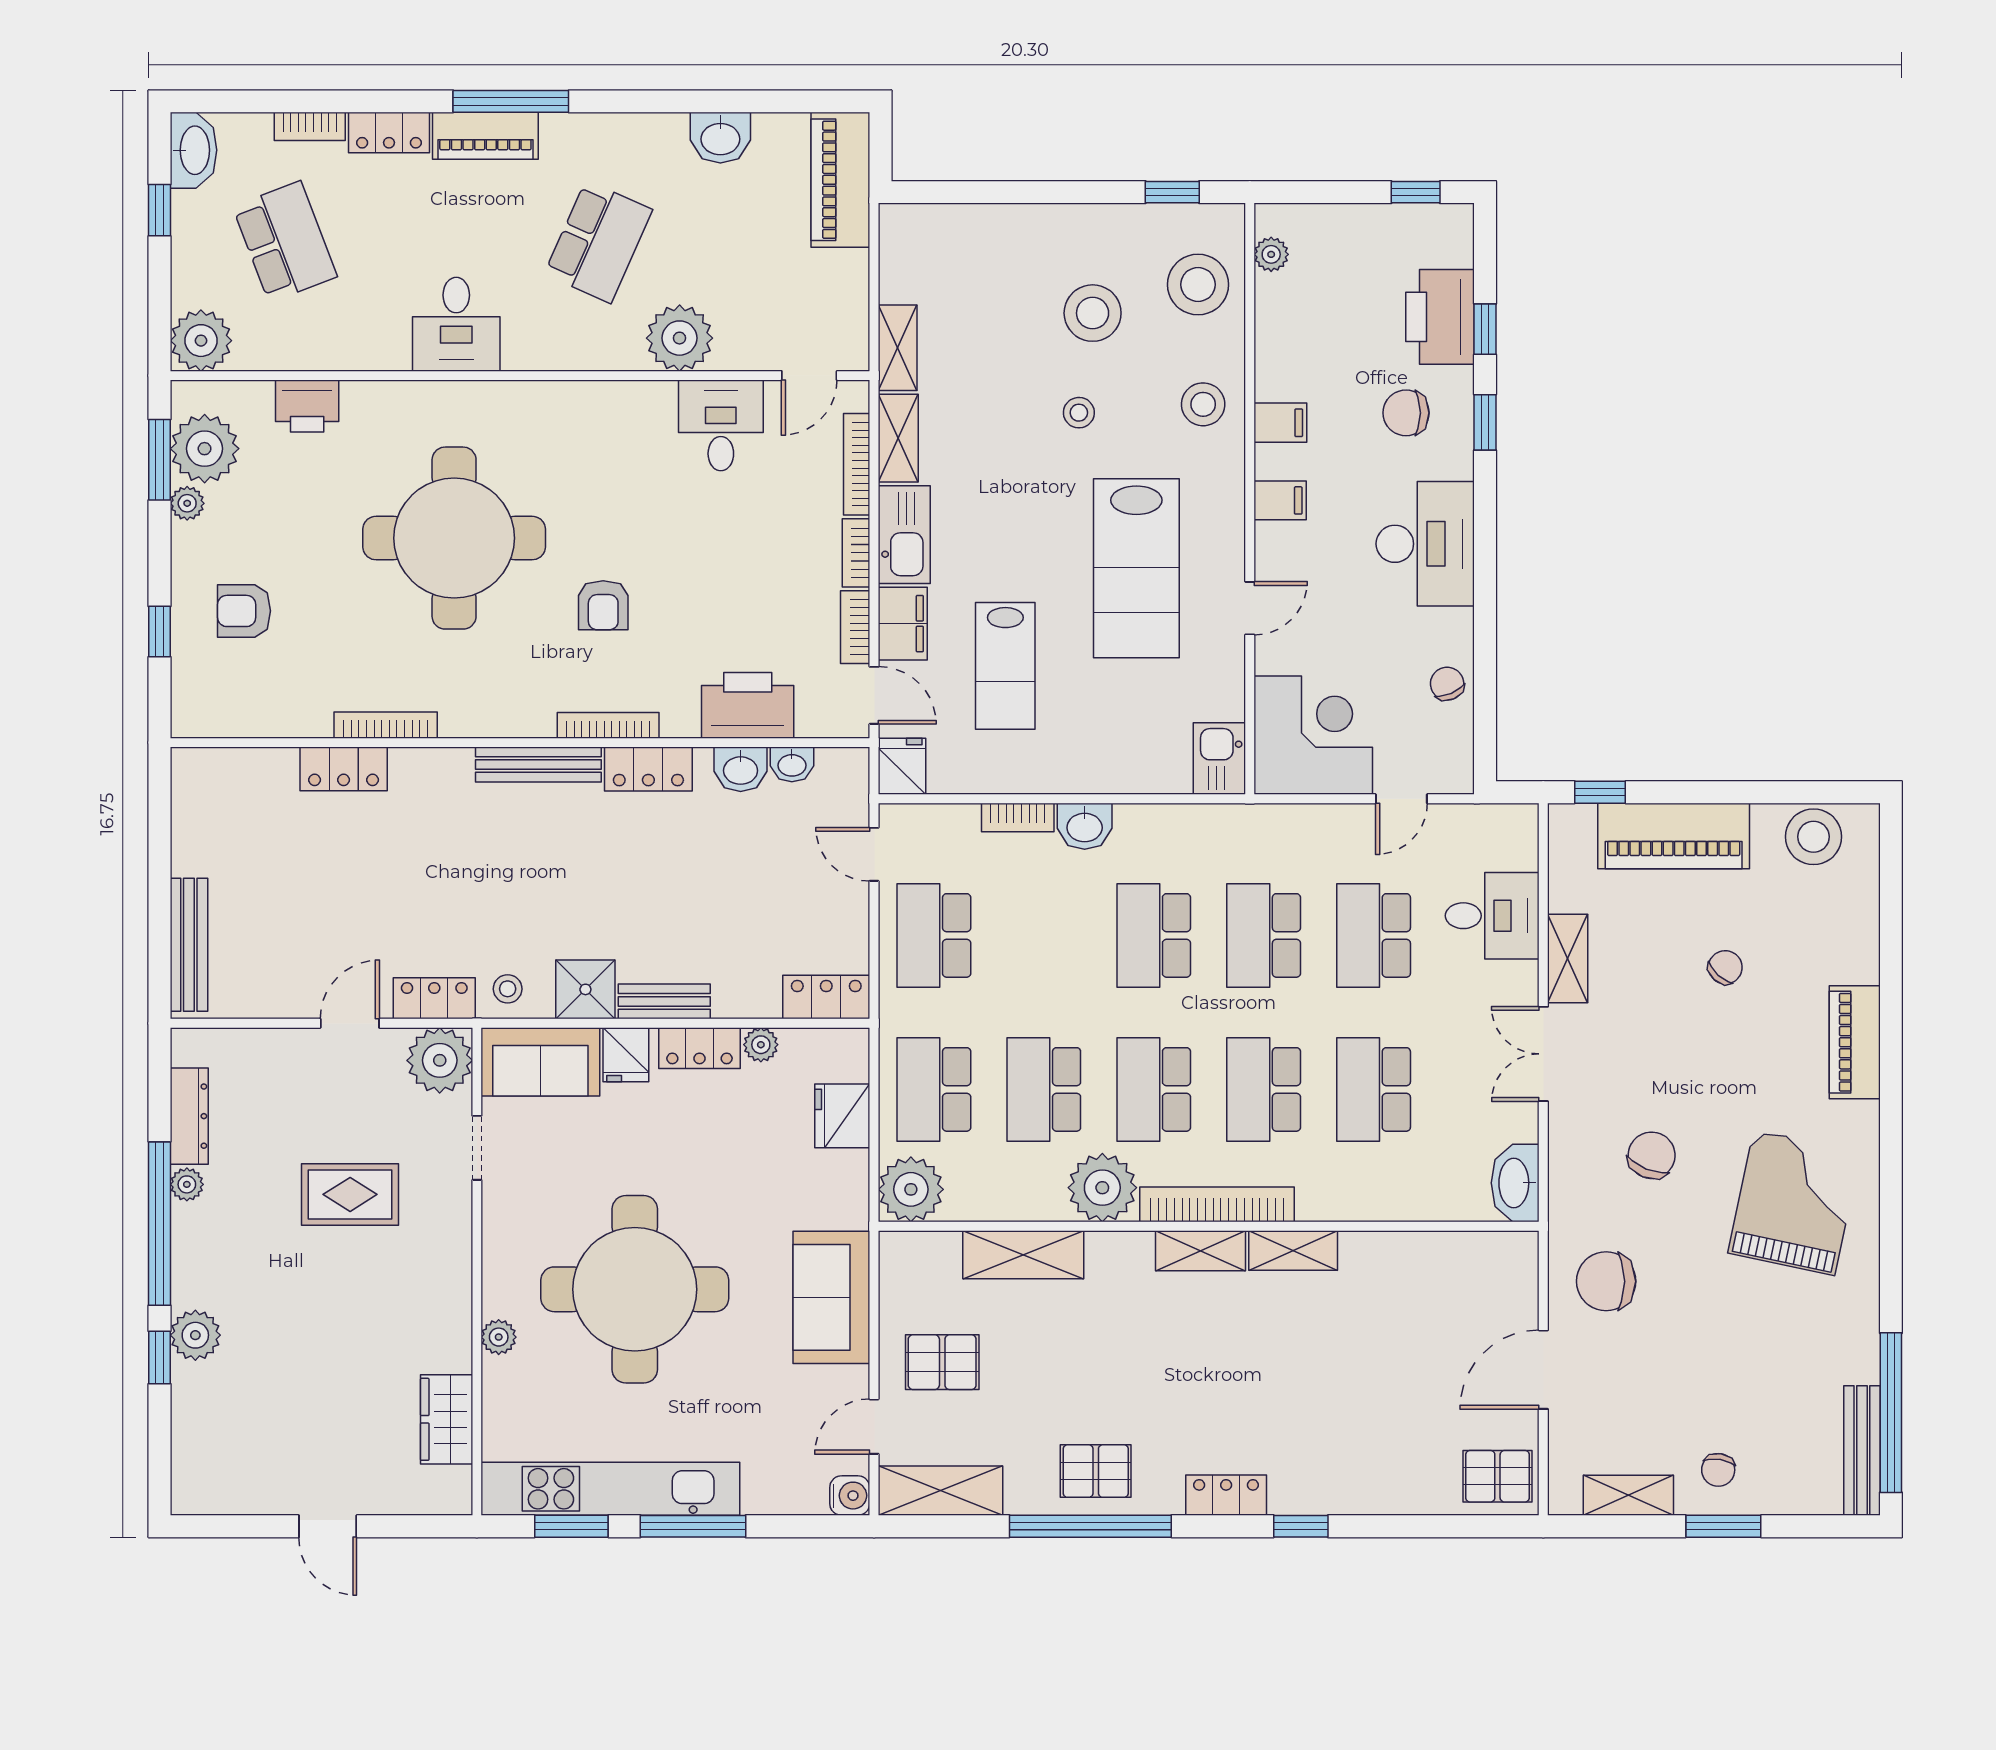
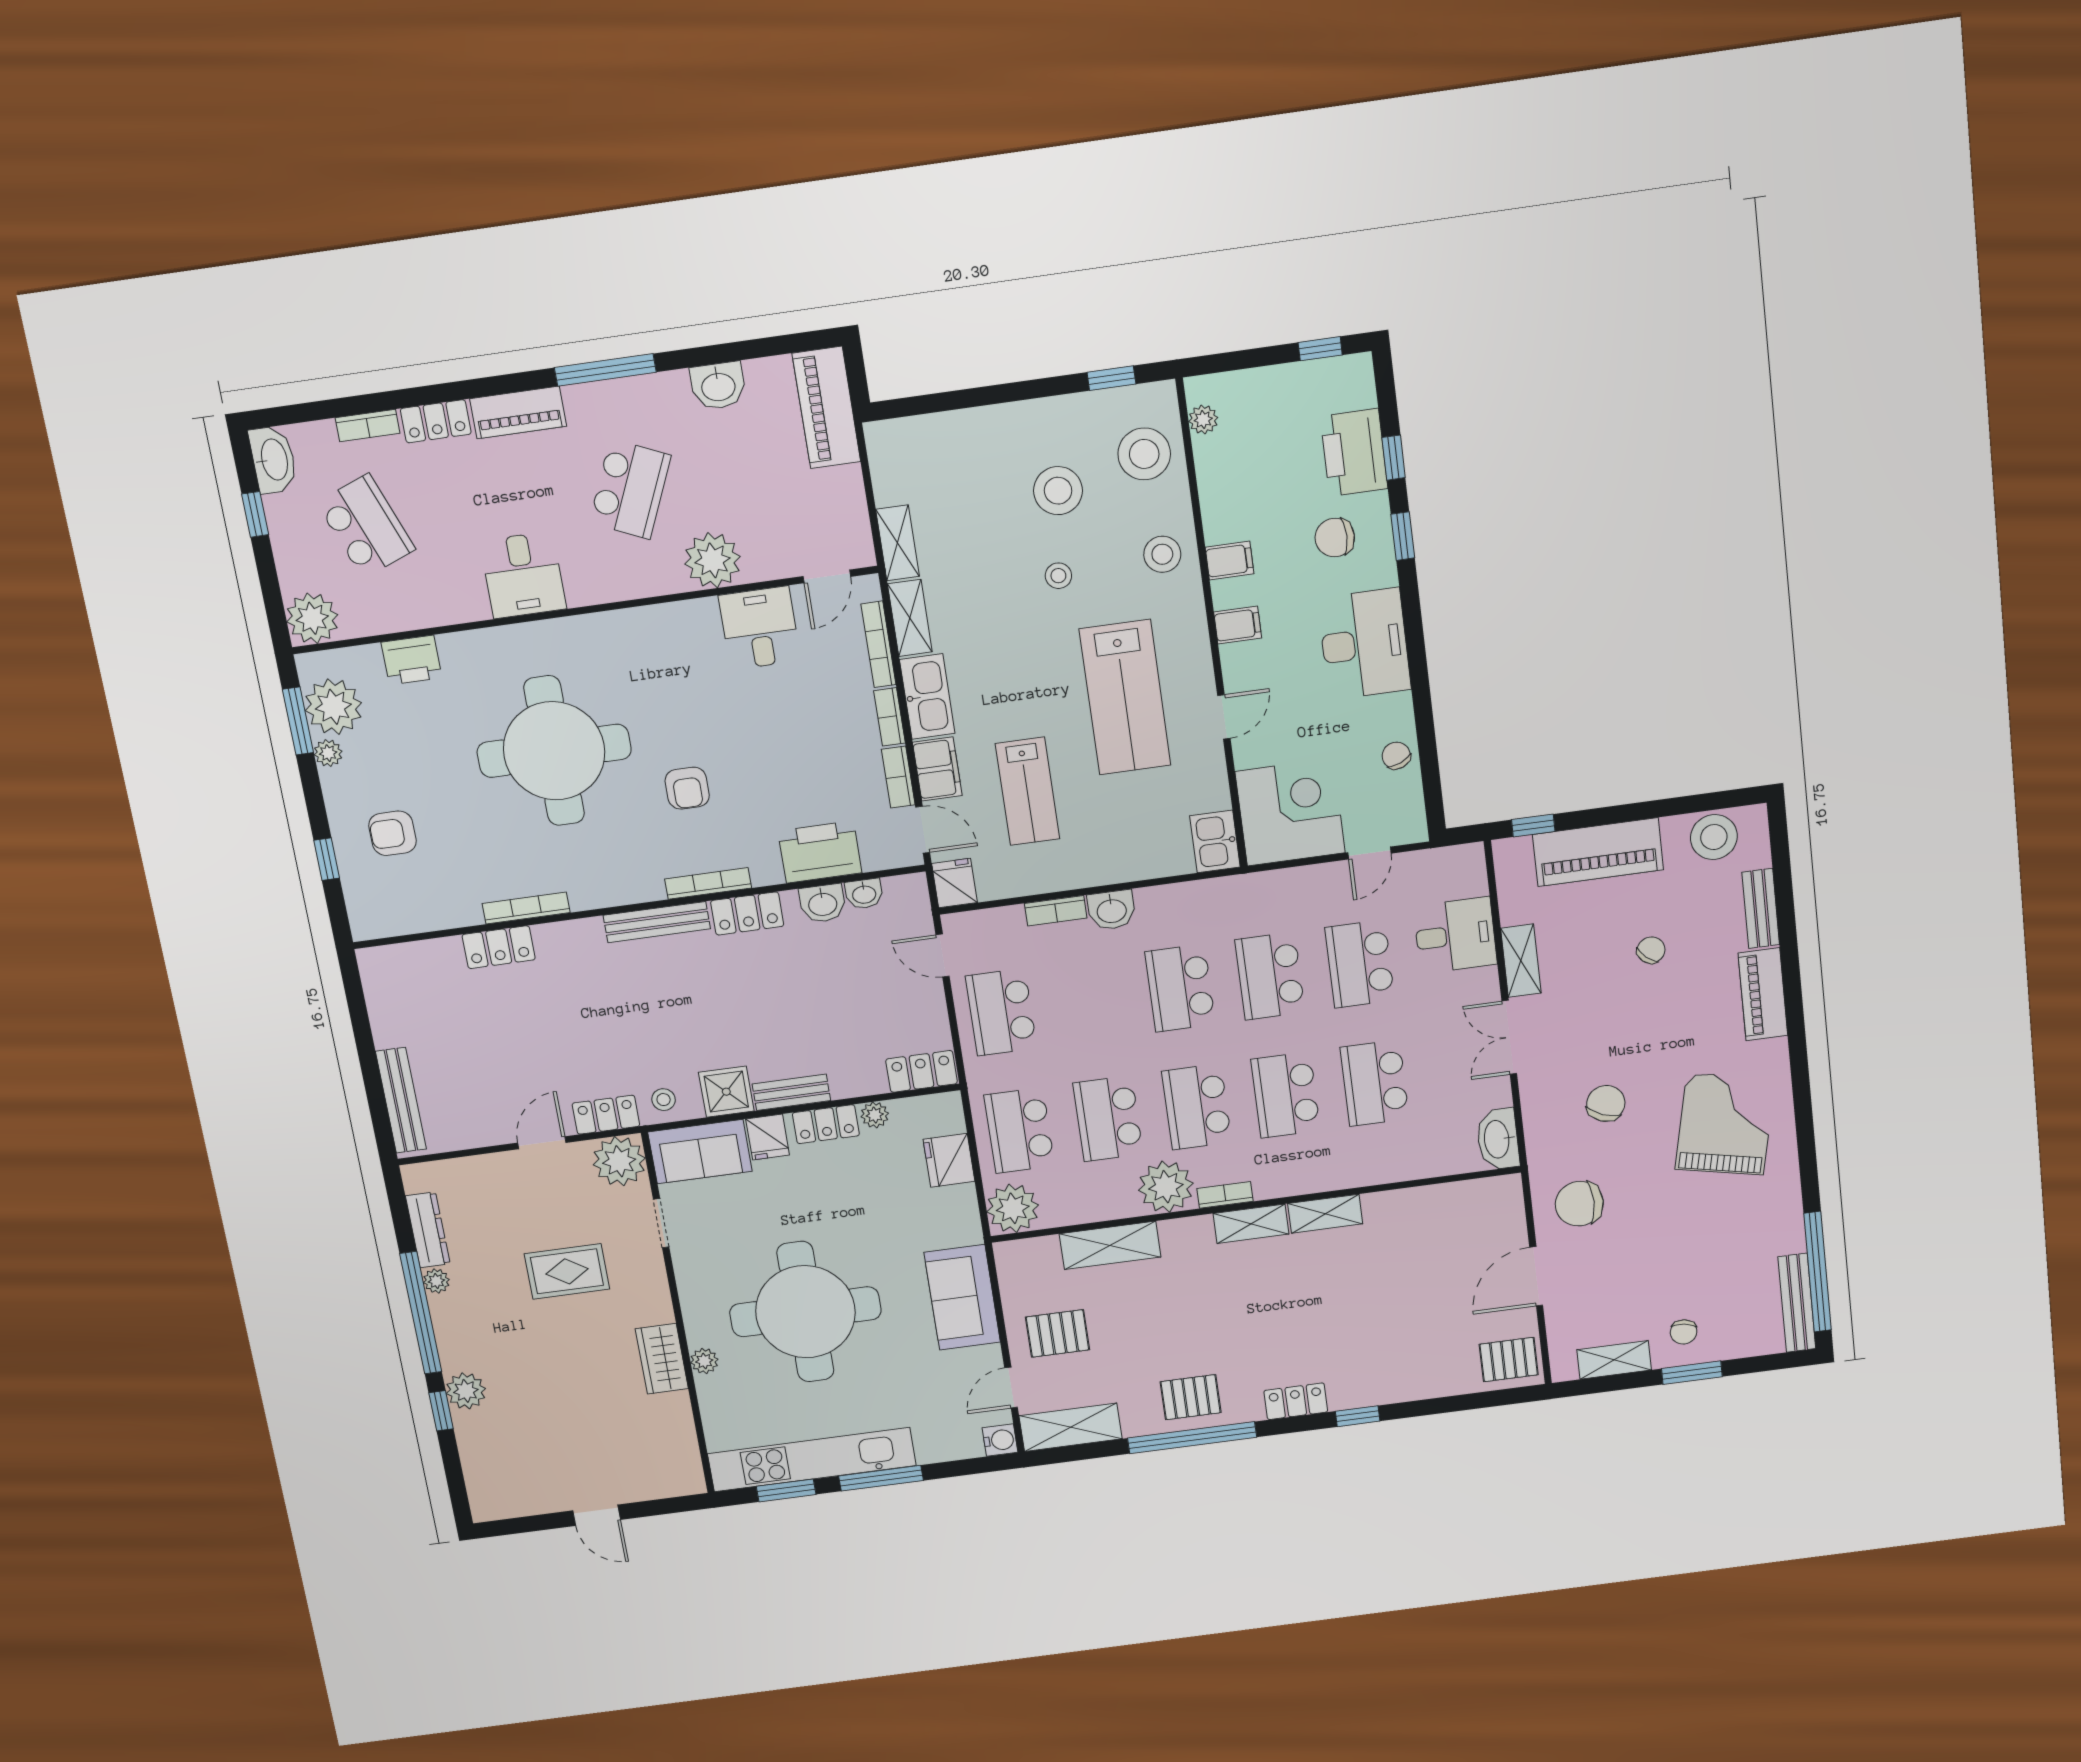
window: (511, 101) -> (605, 370), moved
bench: (1862, 934) -> (1761, 908), added
bookcase: (1217, 1204) -> (1225, 1195), width x0.43, depth x0.76
wardrobe: (447, 1419) -> (662, 1359), moved

